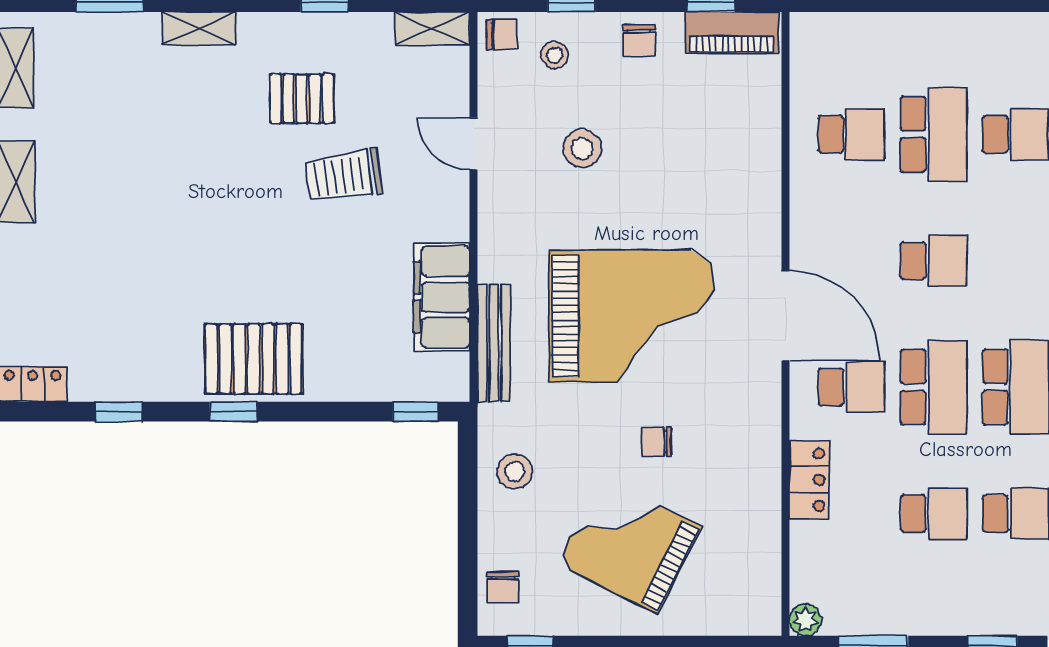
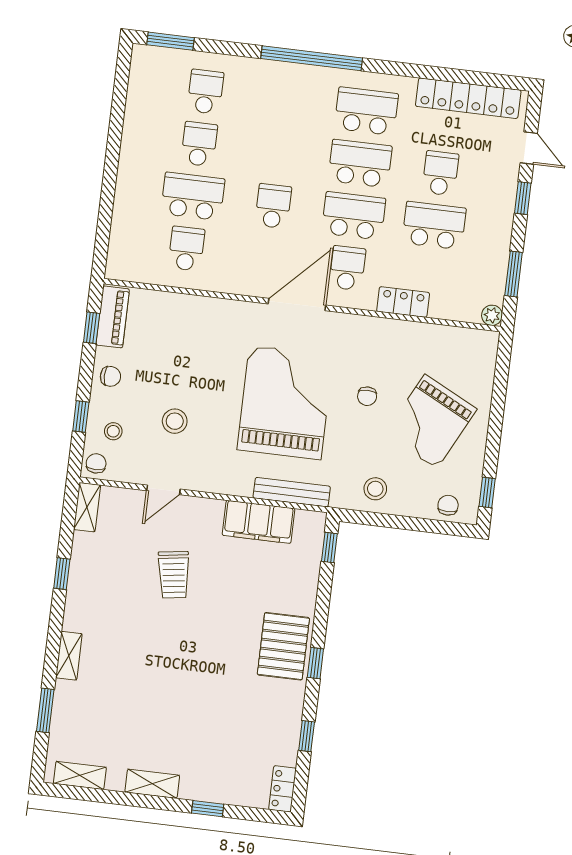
pallet: (302, 99) -> (122, 596), removed
school desk: (934, 513) -> (434, 226), width x1.85
chair: (503, 587) -> (448, 505), turned -90

